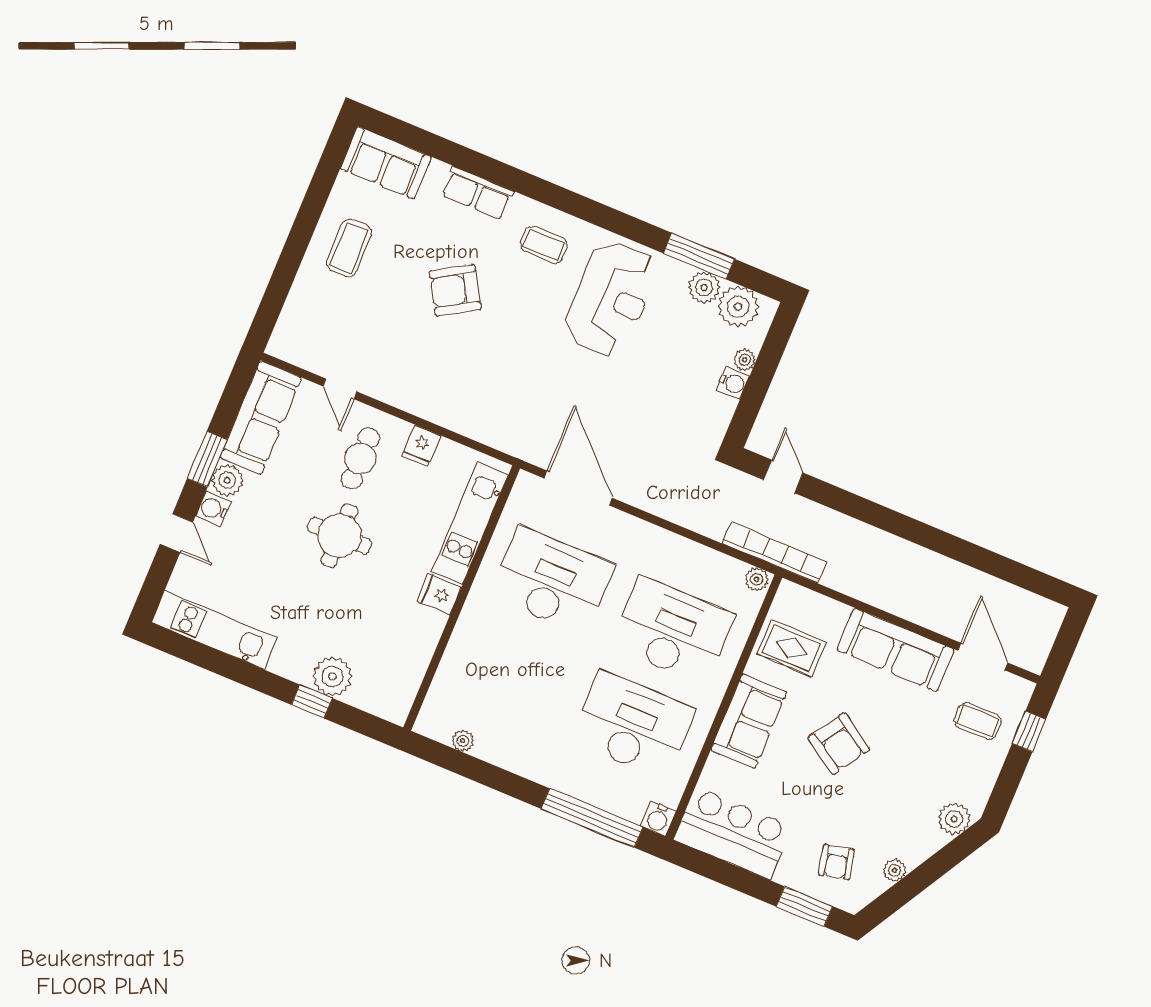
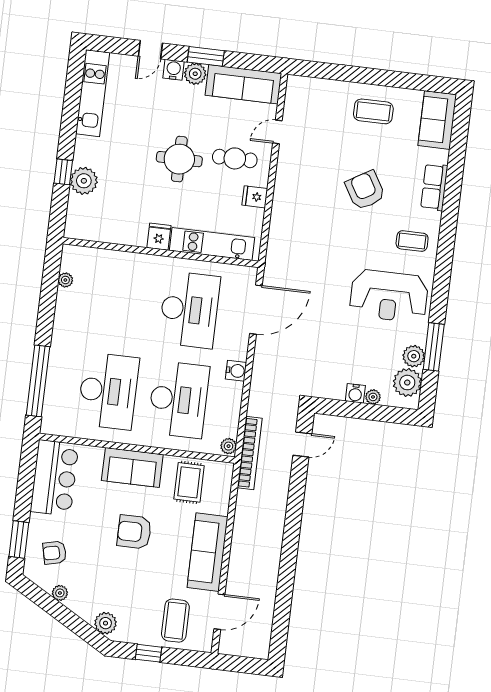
coffee table: (544, 245) -> (412, 241), turned 90
coffee table: (978, 721) -> (175, 621), width x1.36, depth x1.30
window: (1029, 731) -> (148, 653), moved
armchair: (839, 743) -> (134, 532), turned 57
water cooler: (658, 819) -> (236, 371), moved, turned 180

